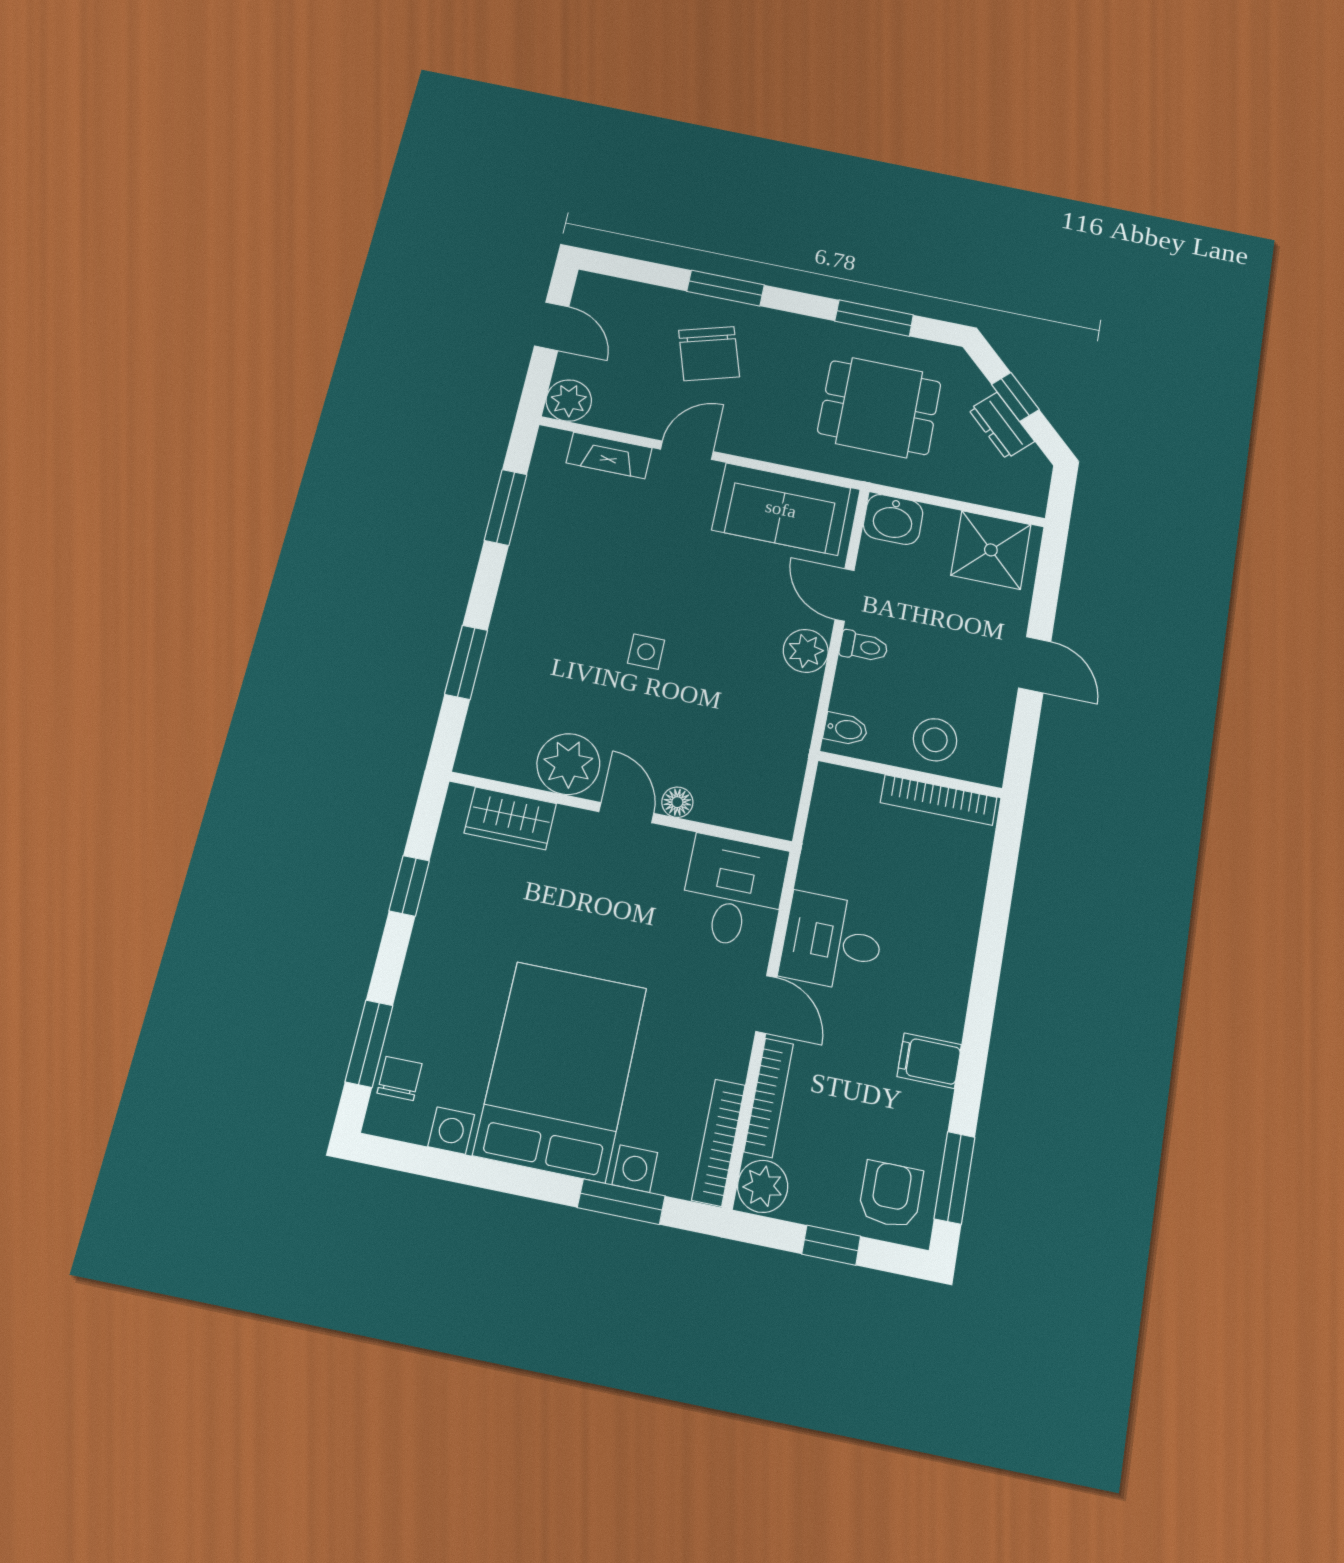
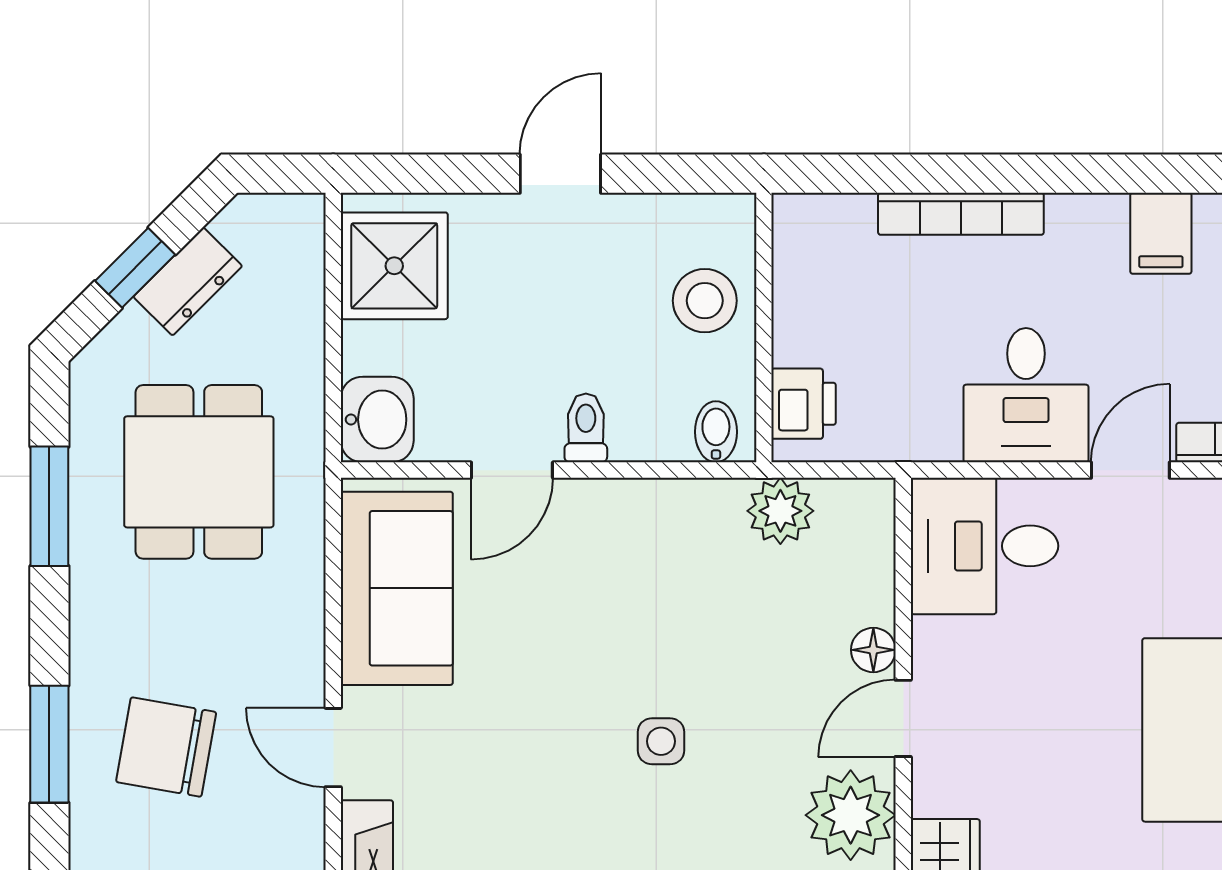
chair: (709, 354) -> (166, 747), turned -153
plant: (806, 651) -> (780, 511), moved
printer: (854, 790) -> (804, 404), added
bookcase: (939, 800) -> (961, 214), moved, turned 90

